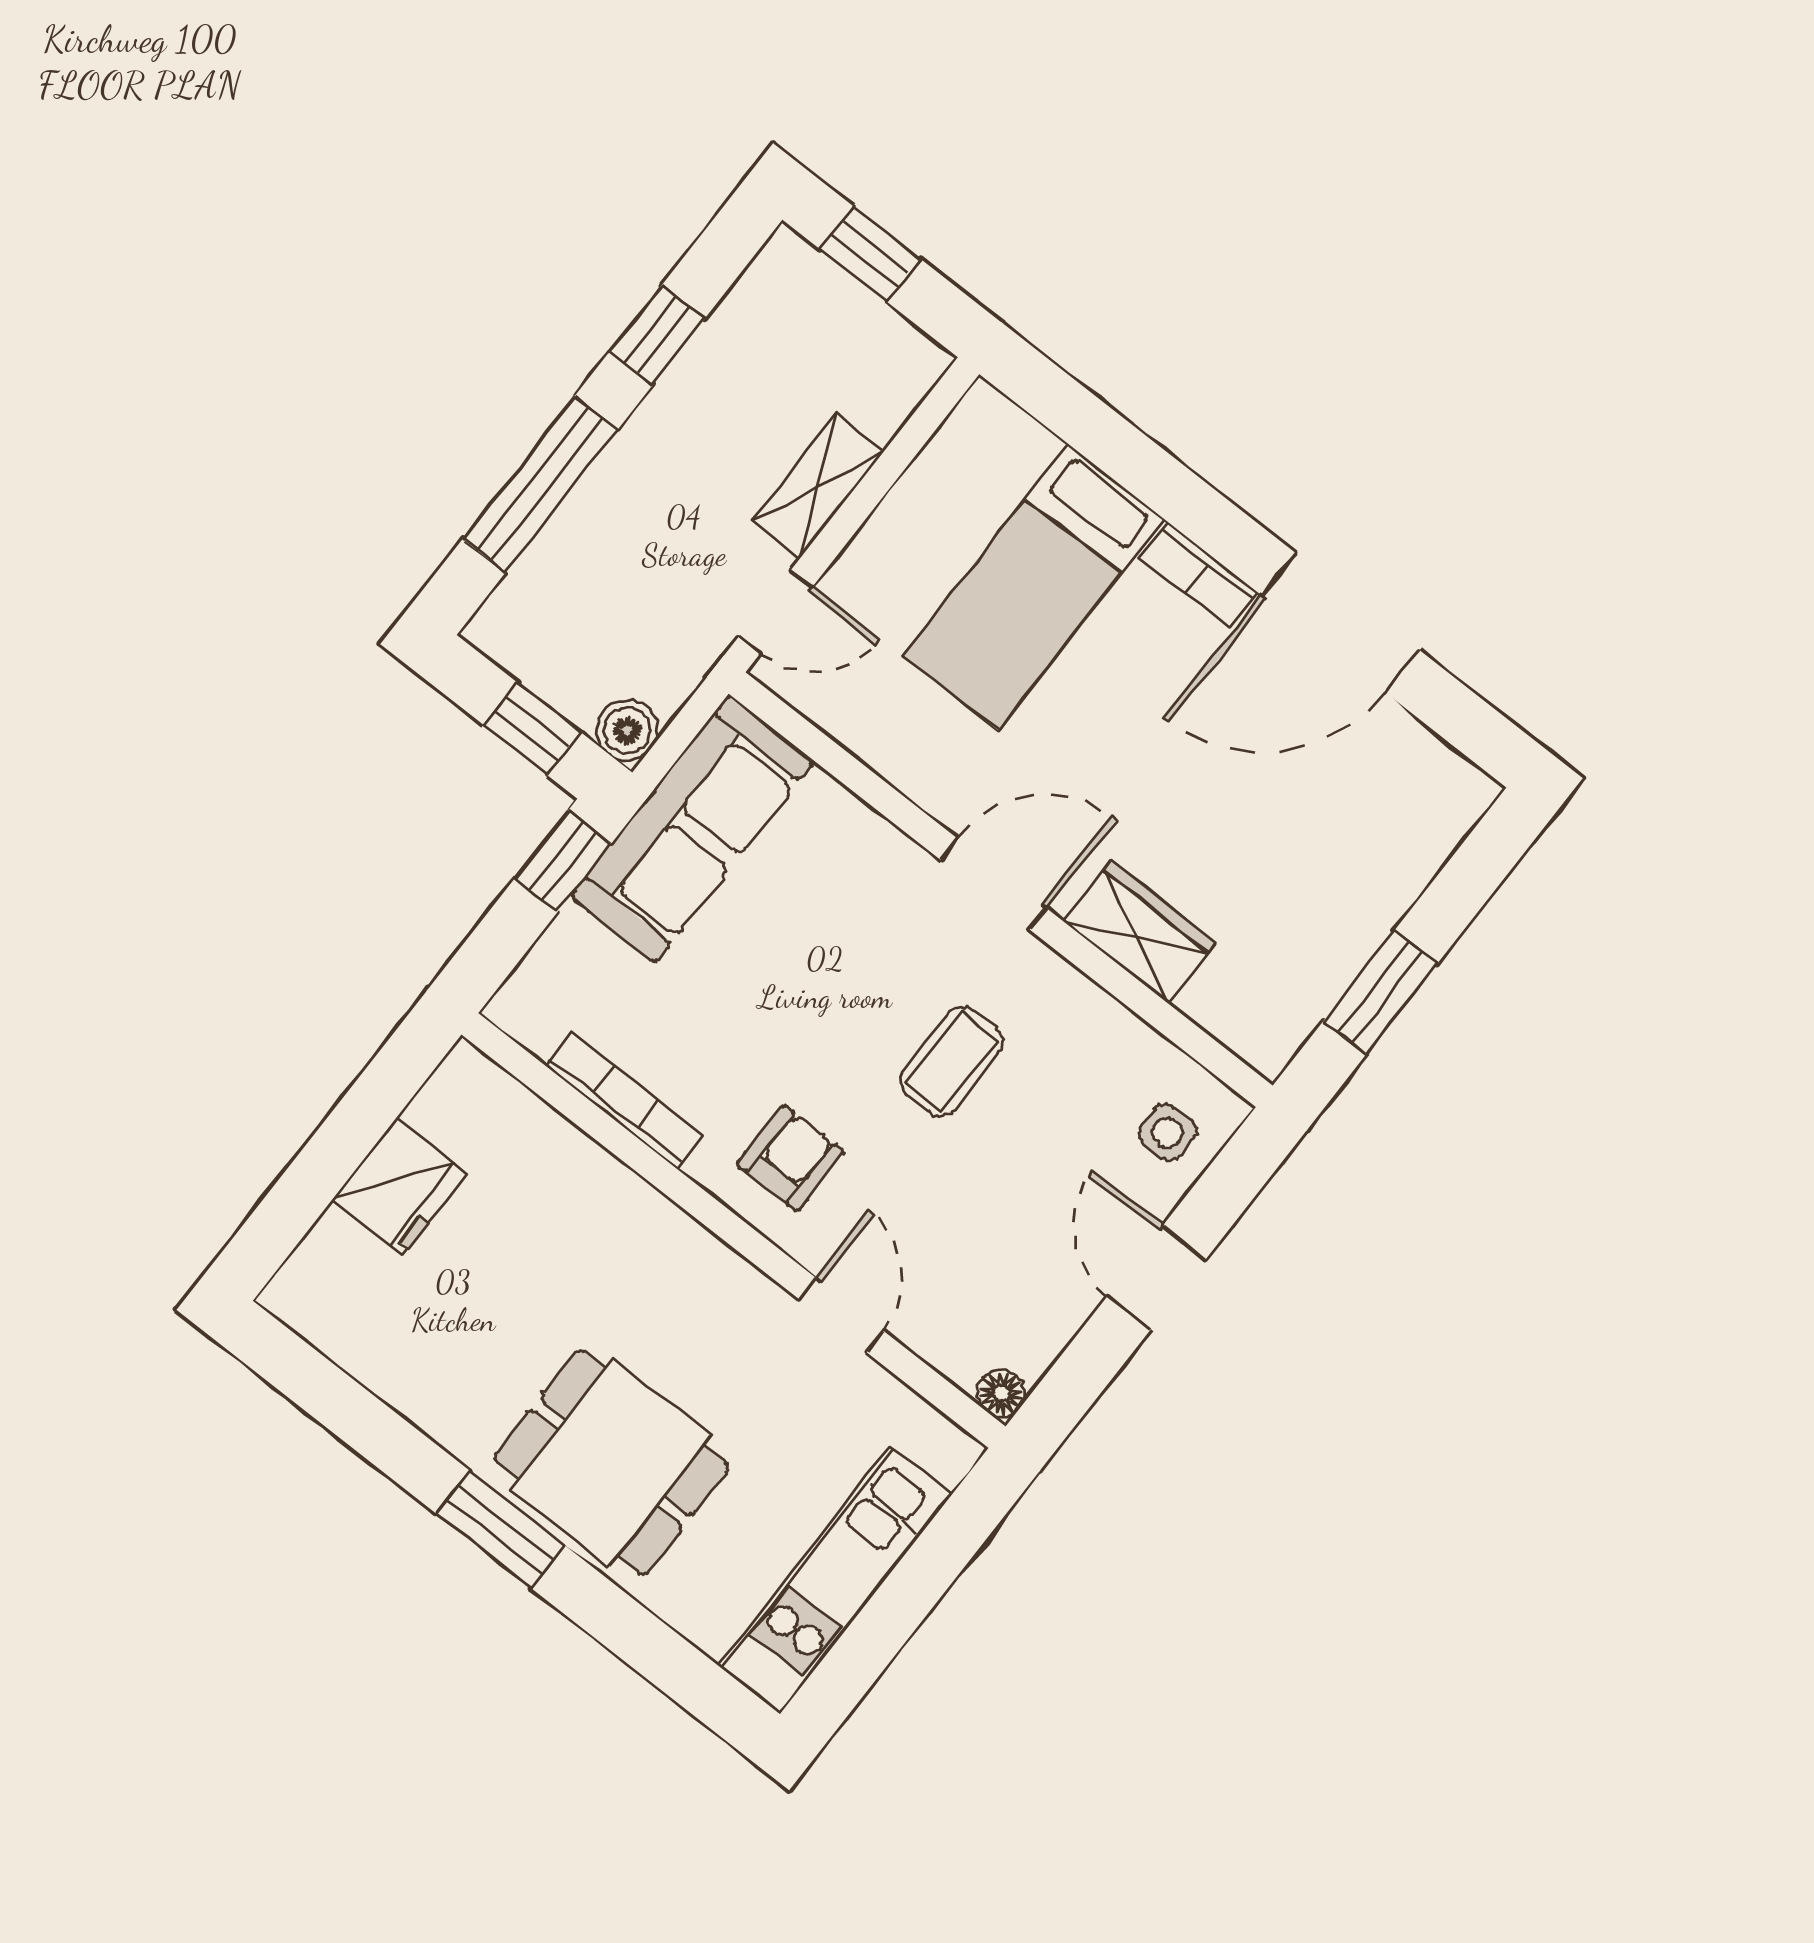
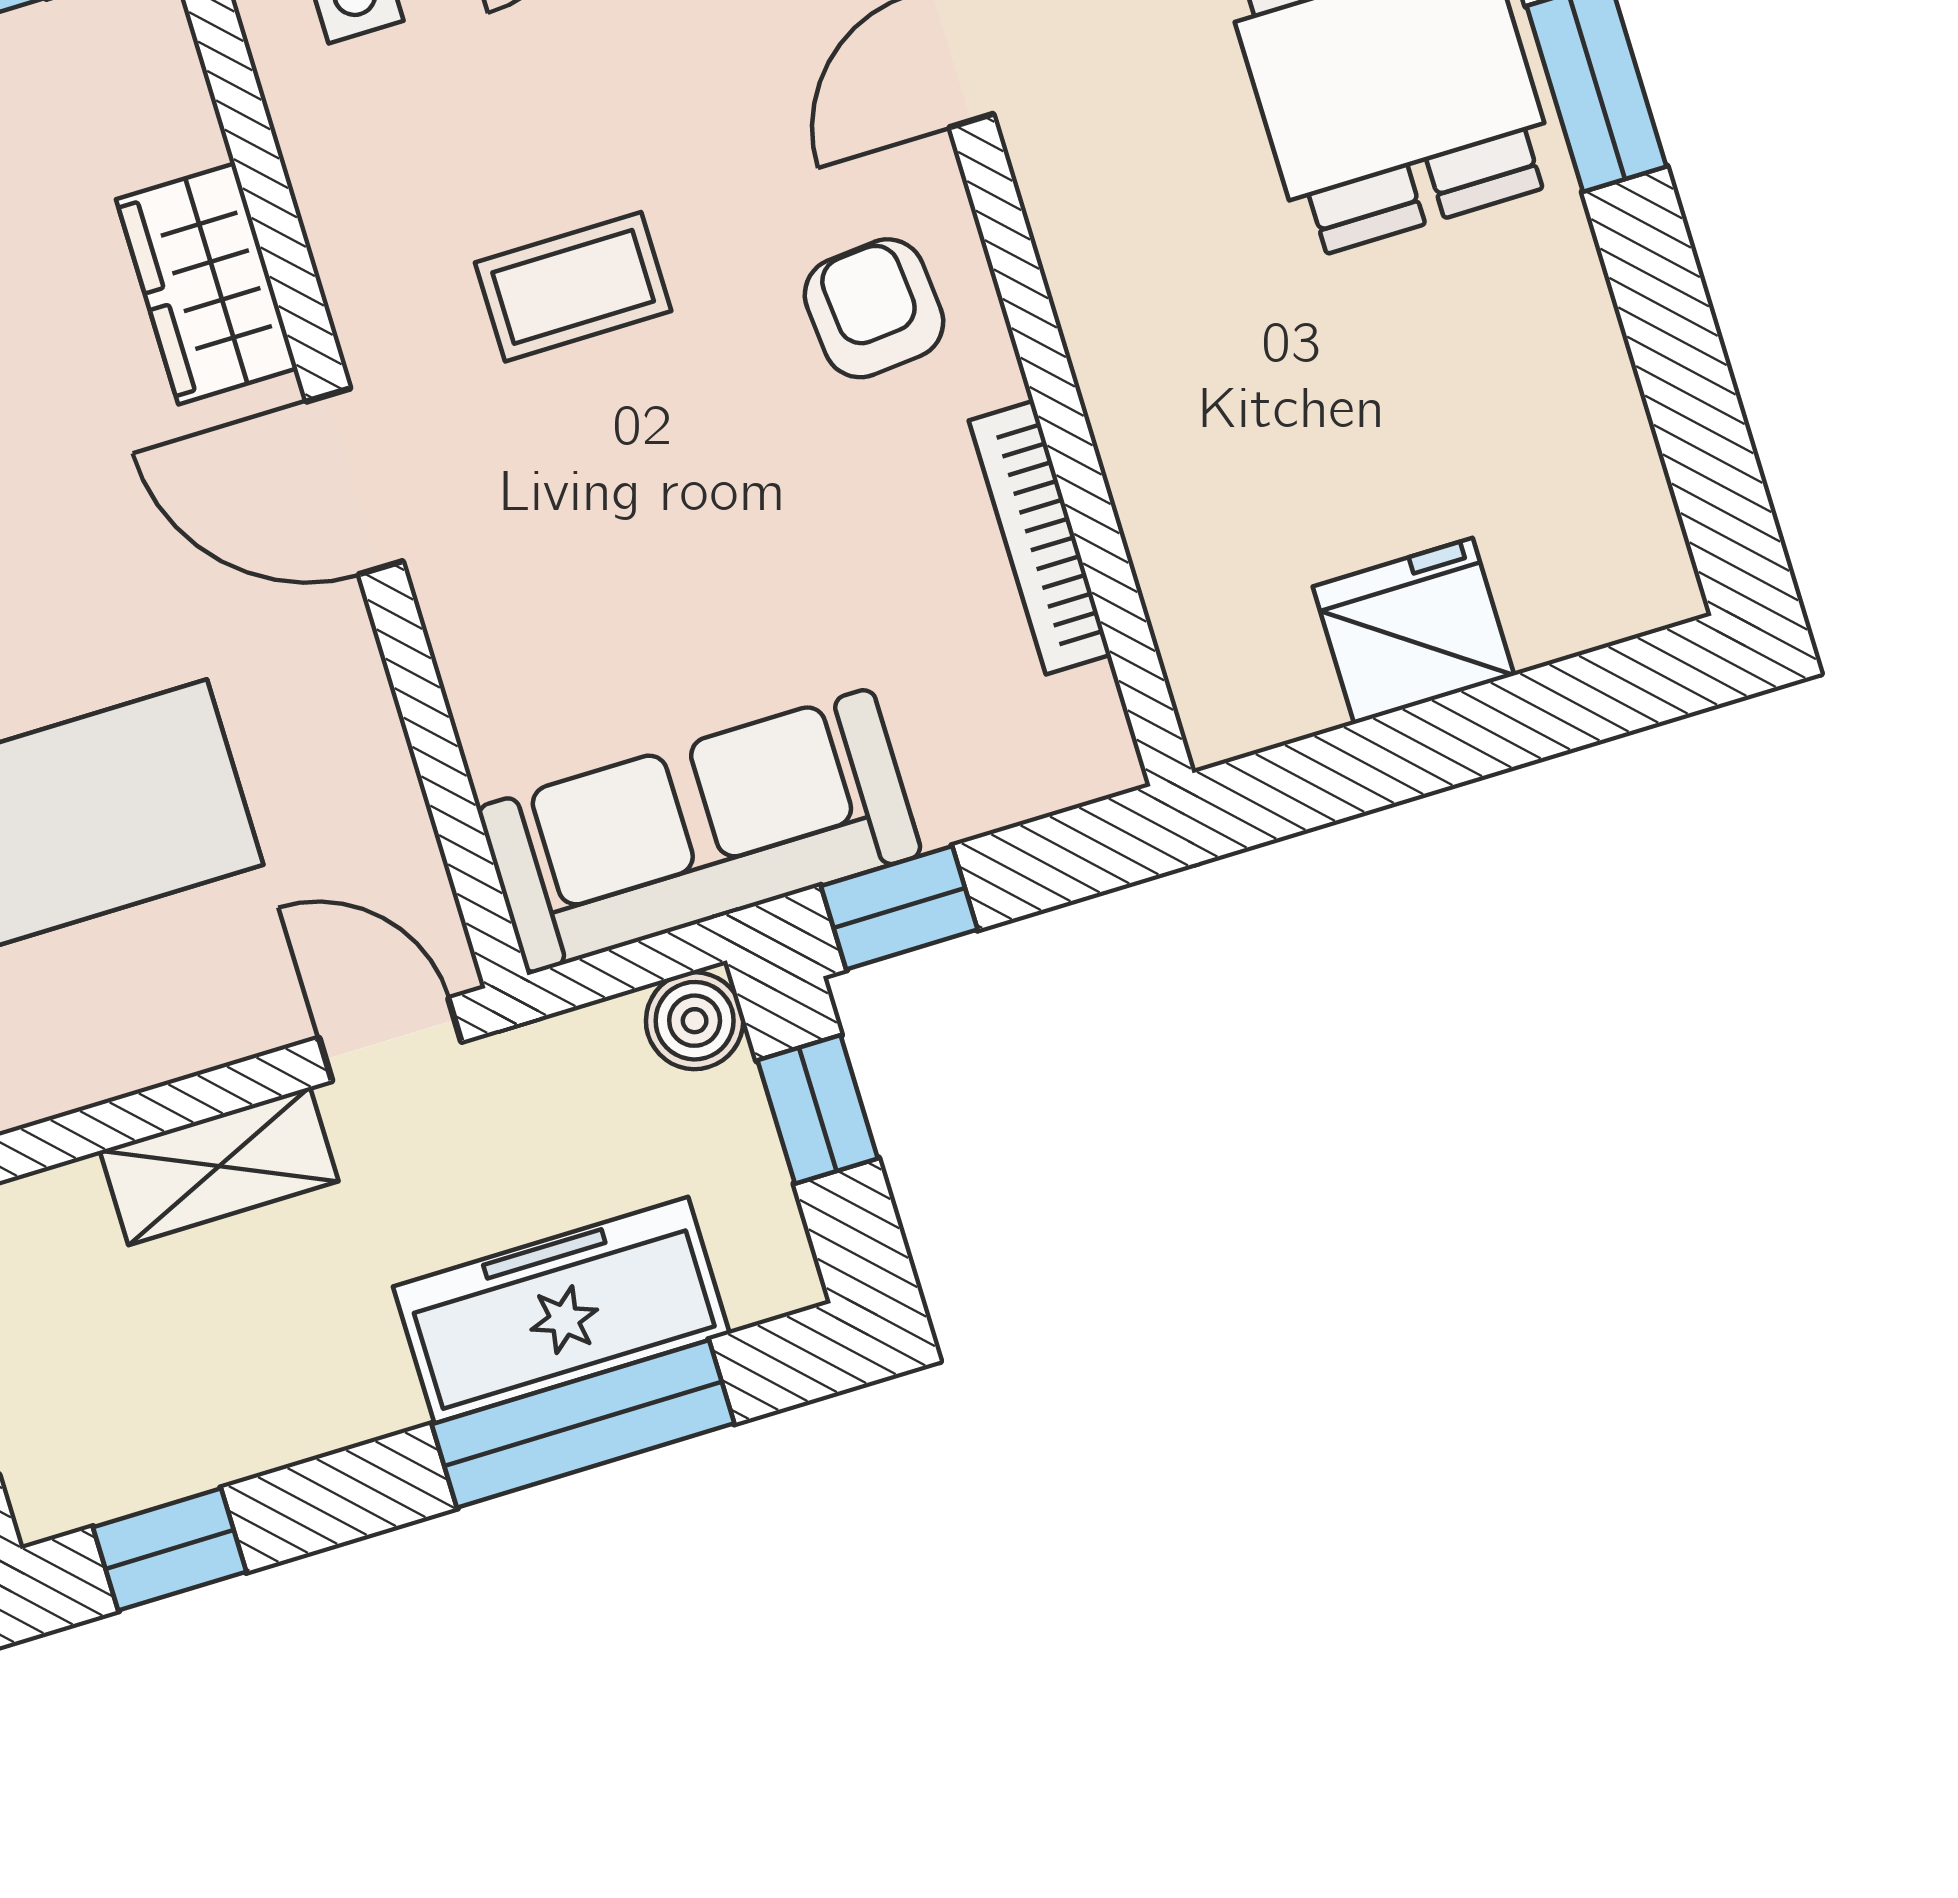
window: (657, 335) -> (170, 1549), moved
freezer: (592, 535) -> (561, 1310), added
armchair: (790, 1158) -> (874, 308), turned 85

